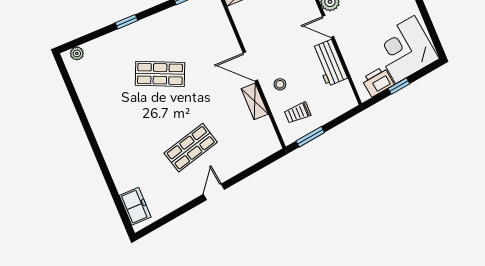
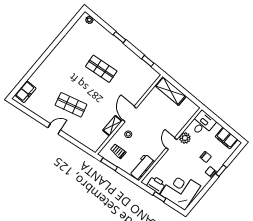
workbench: (329, 63) -> (142, 167), moved
shop shelf: (160, 74) -> (101, 69), turned -30

